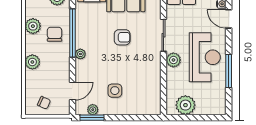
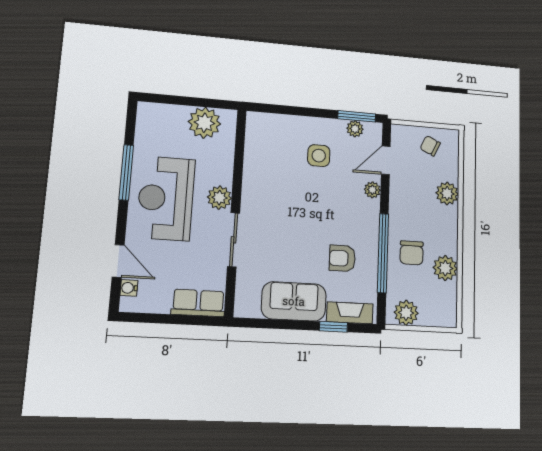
armchair: (122, 37) -> (342, 258), moved
plant: (80, 54) -> (372, 190), moved
plant: (32, 62) -> (447, 193), moved

